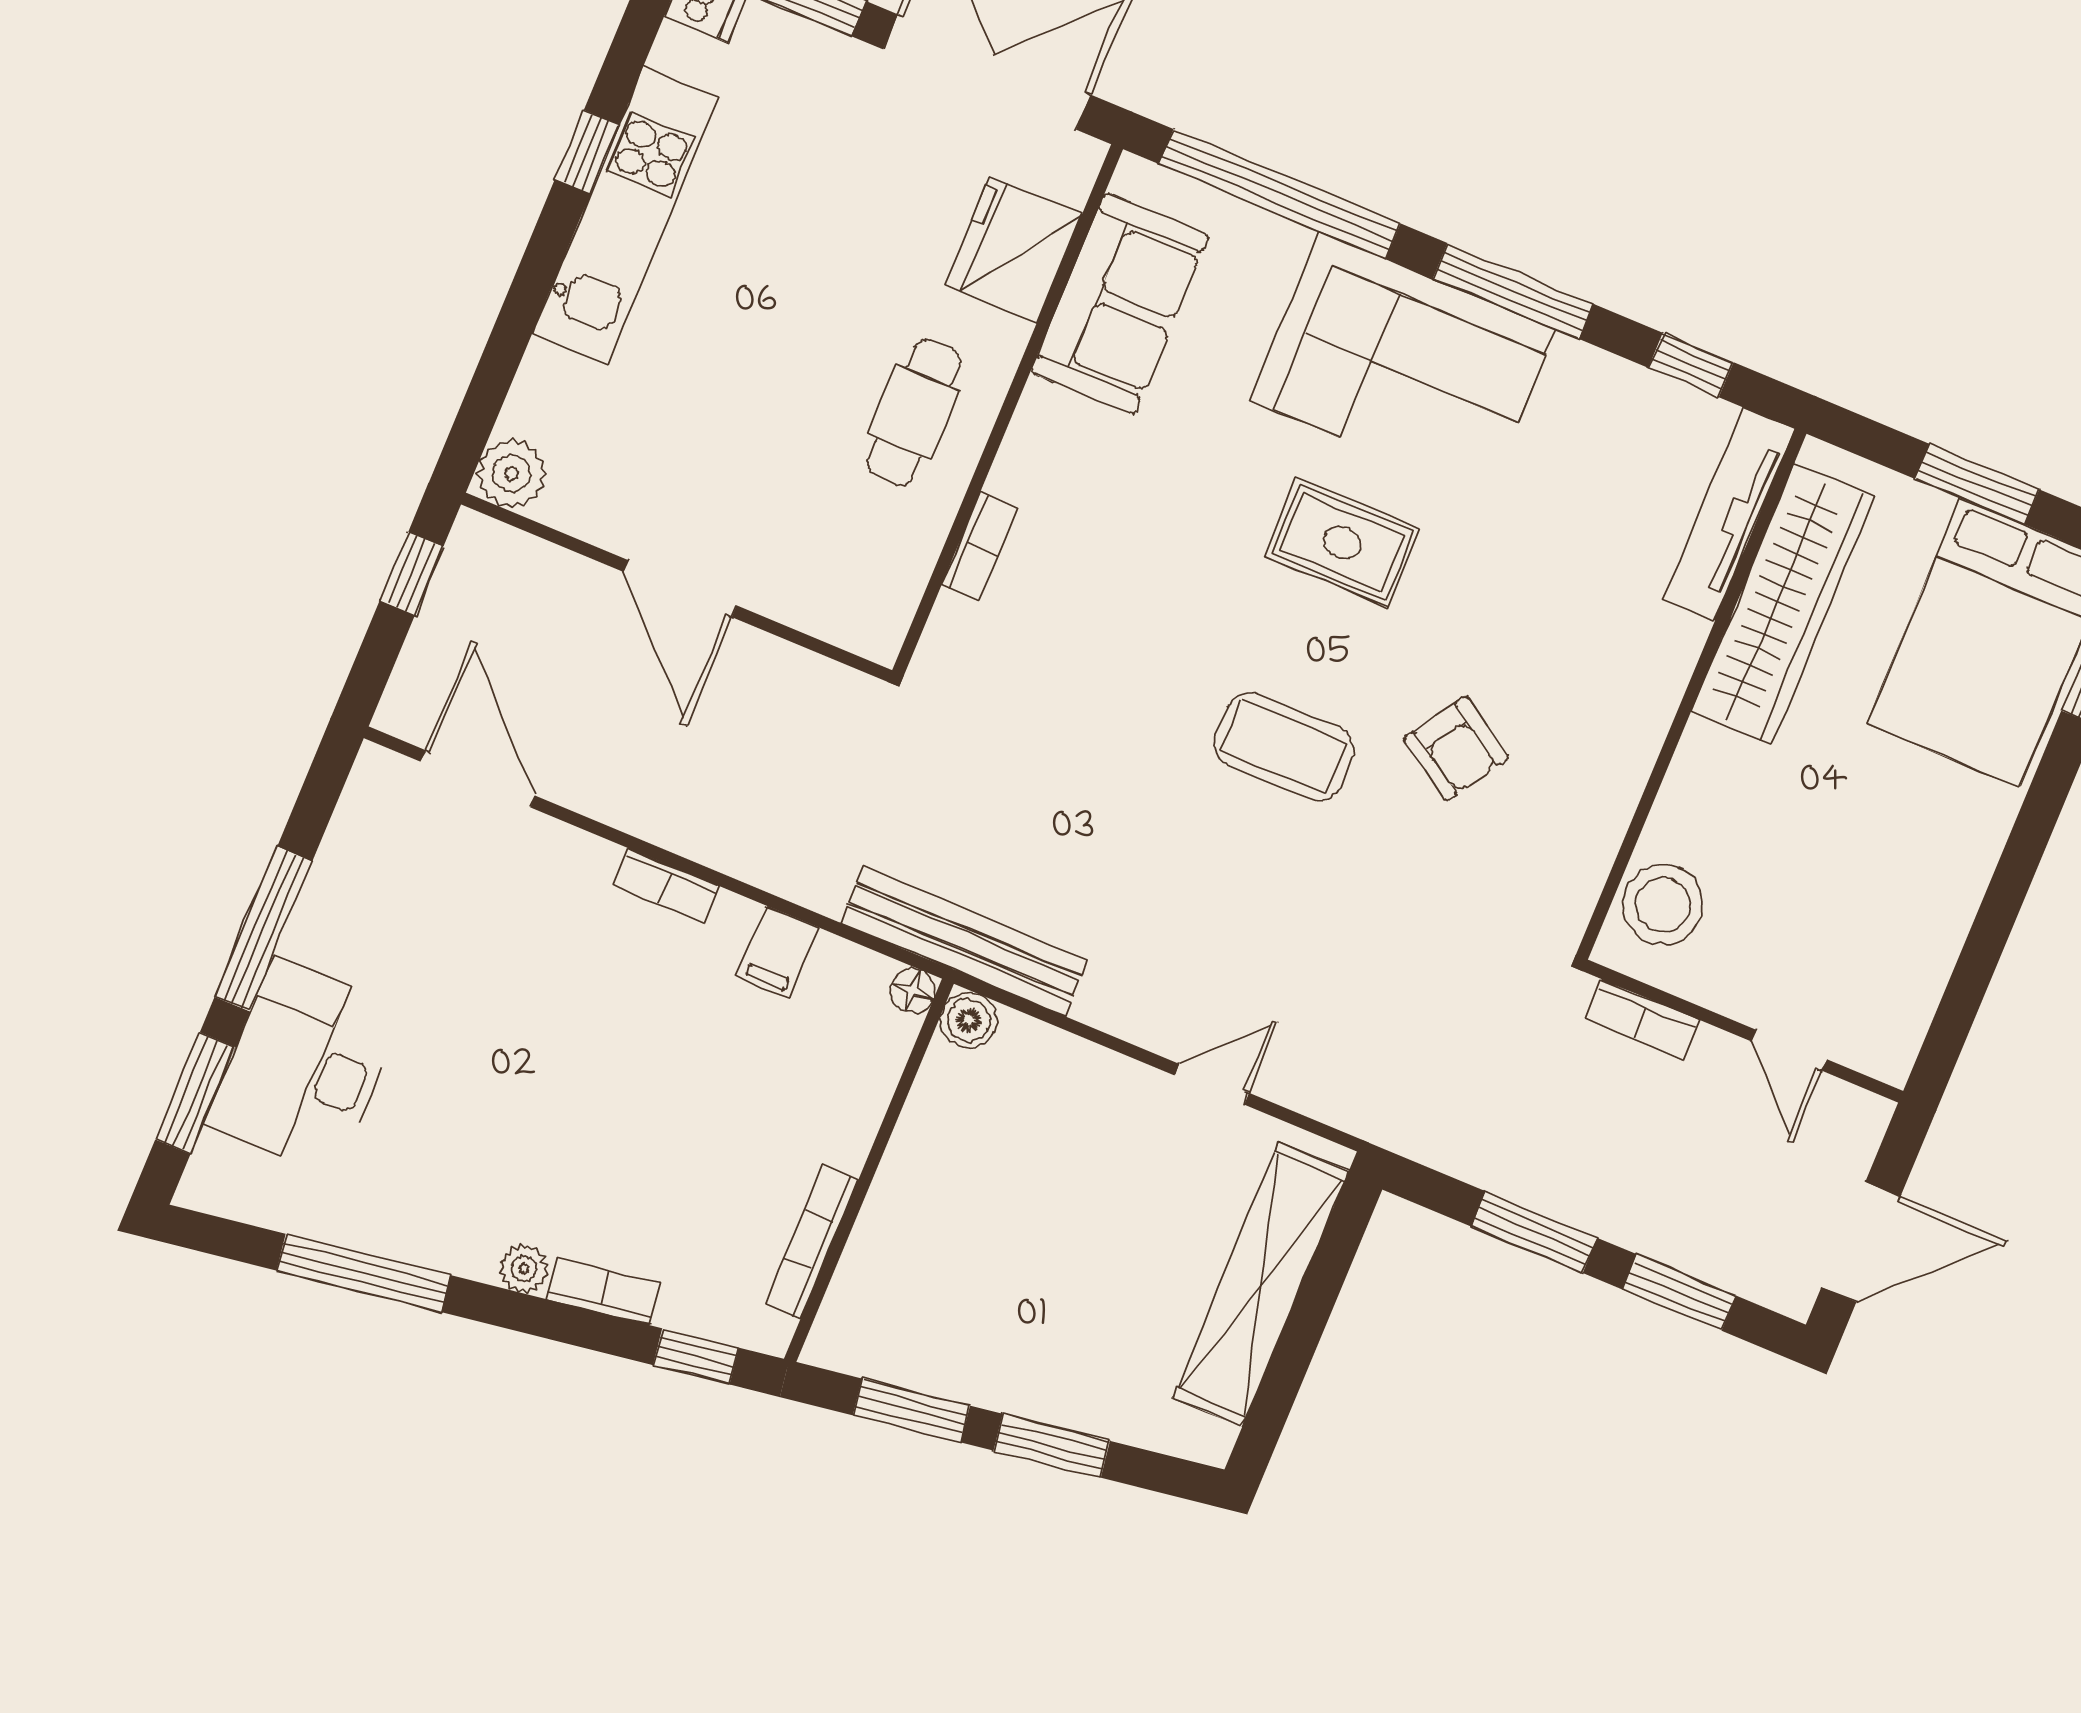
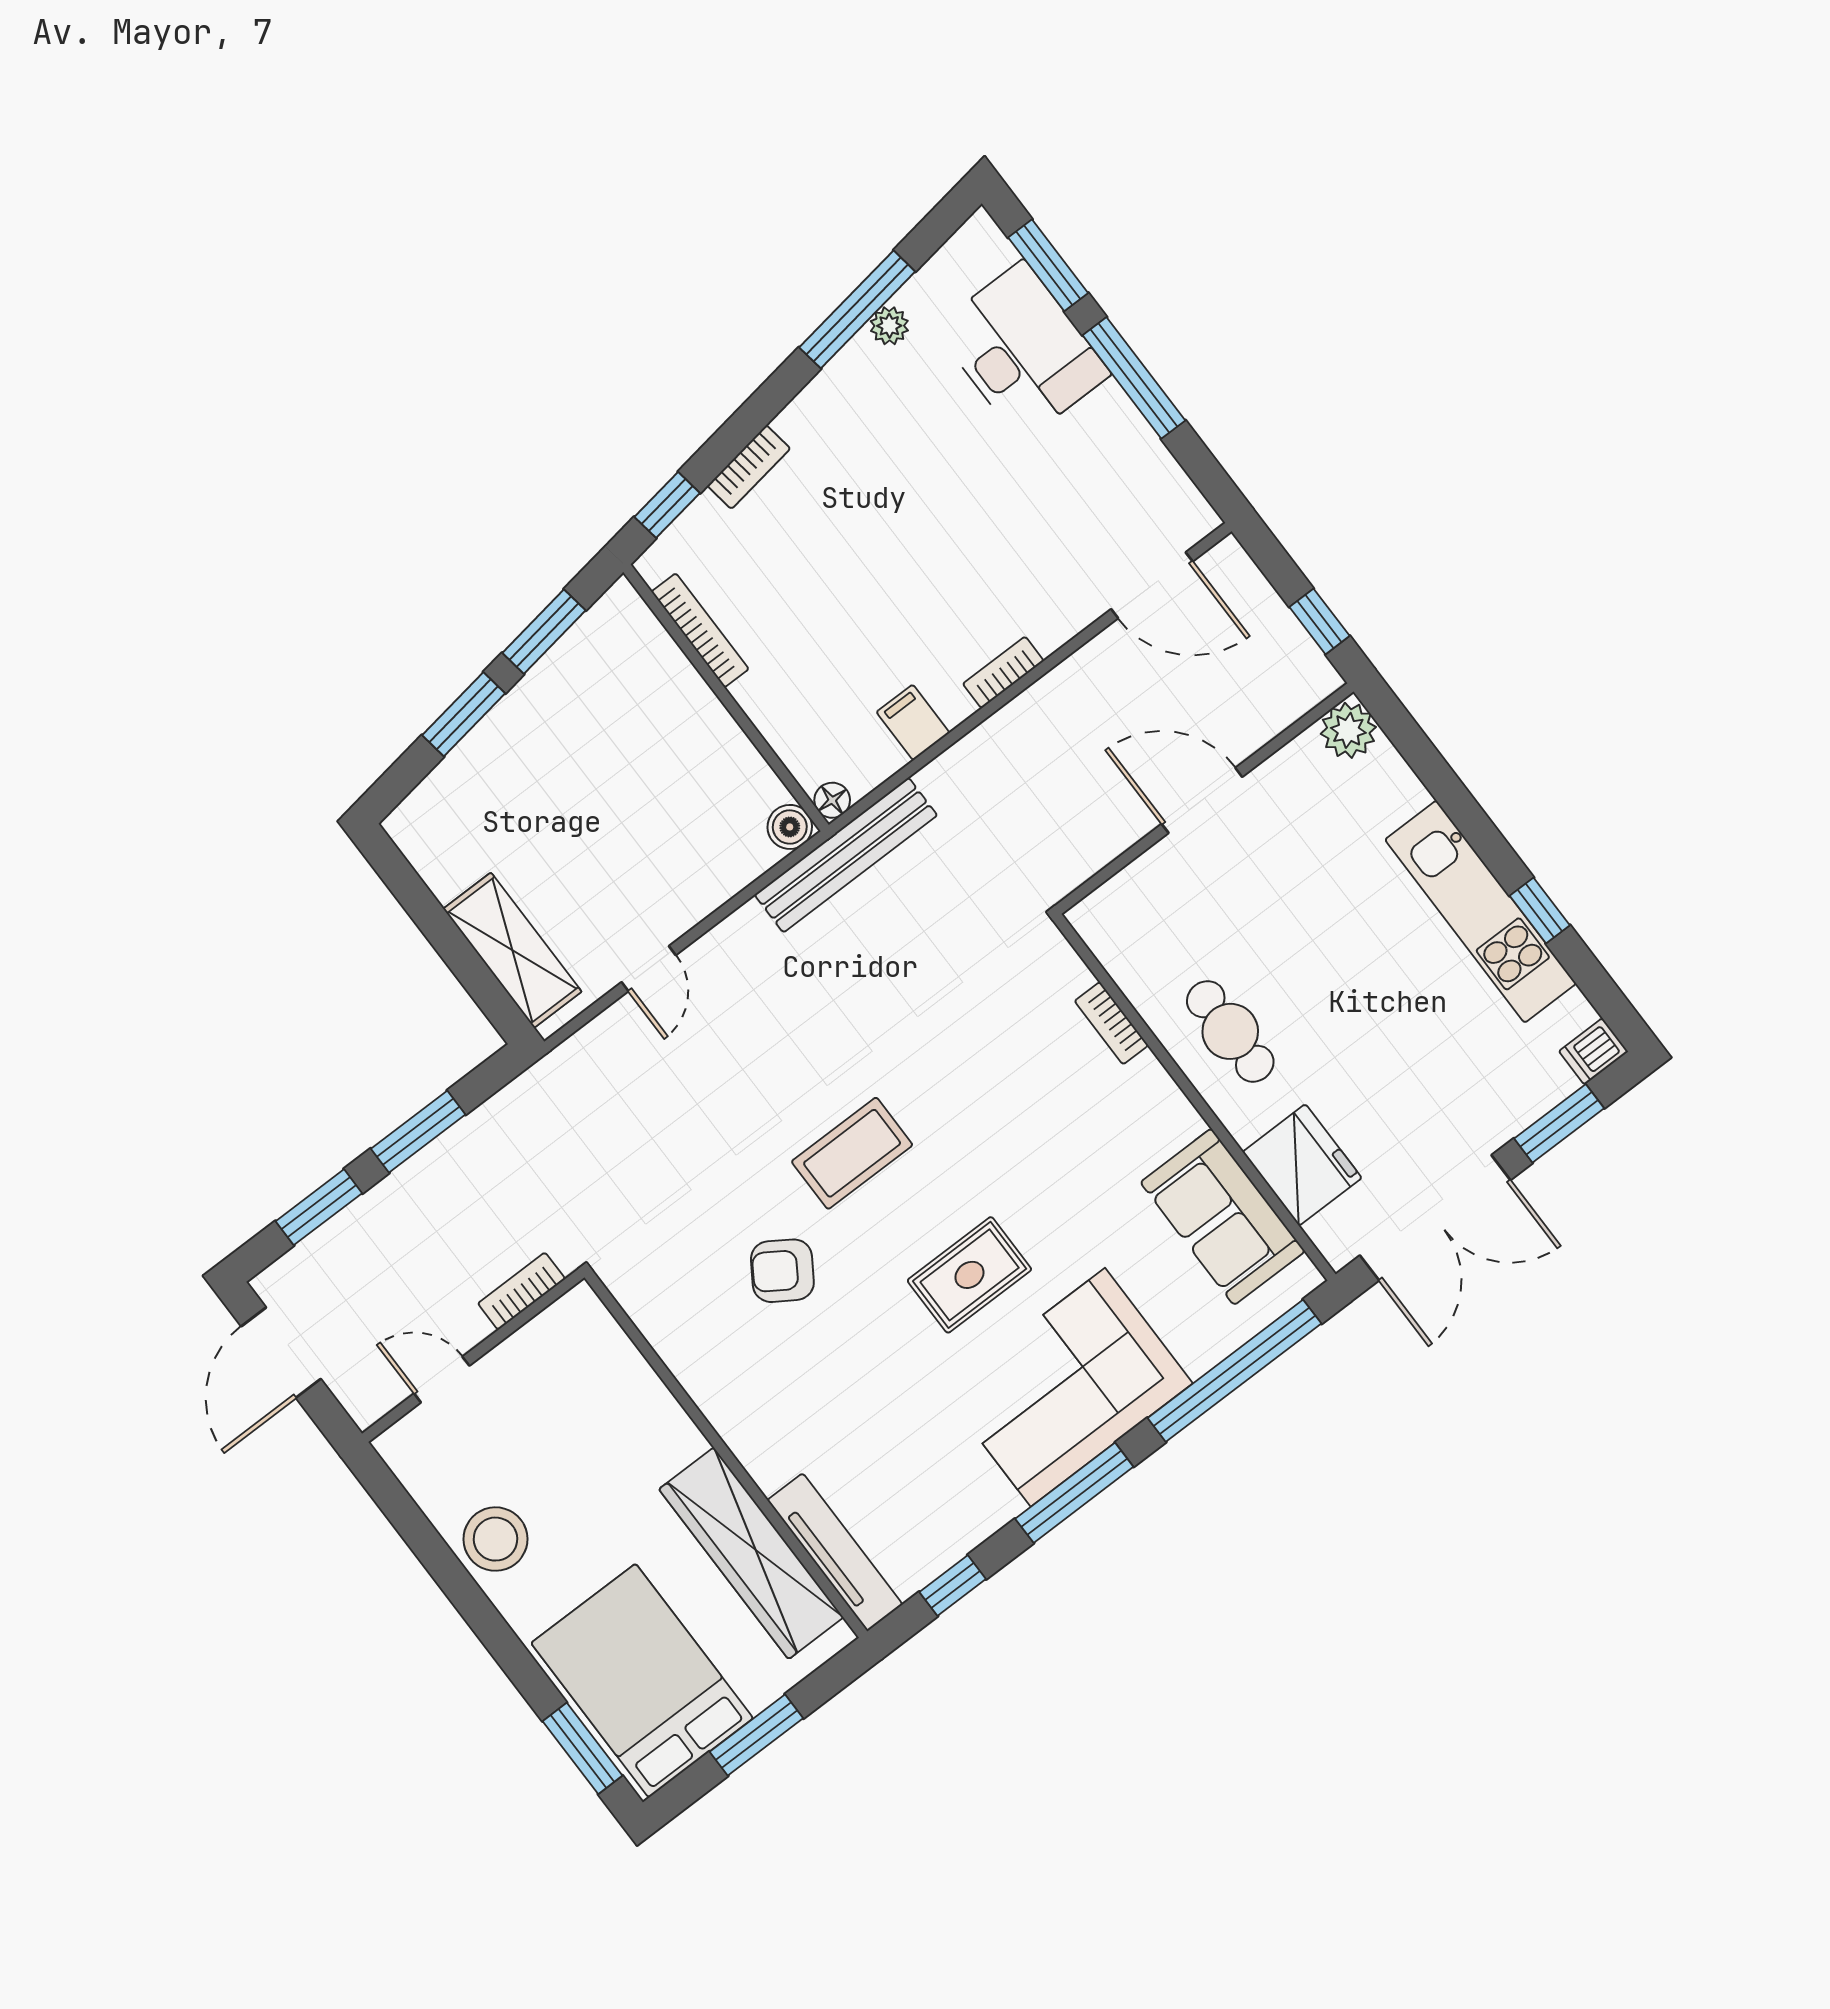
stool: (1663, 905) -> (495, 1539), moved
plant: (524, 1269) -> (889, 326), moved
shelving: (1261, 1285) -> (512, 950), width x0.68

